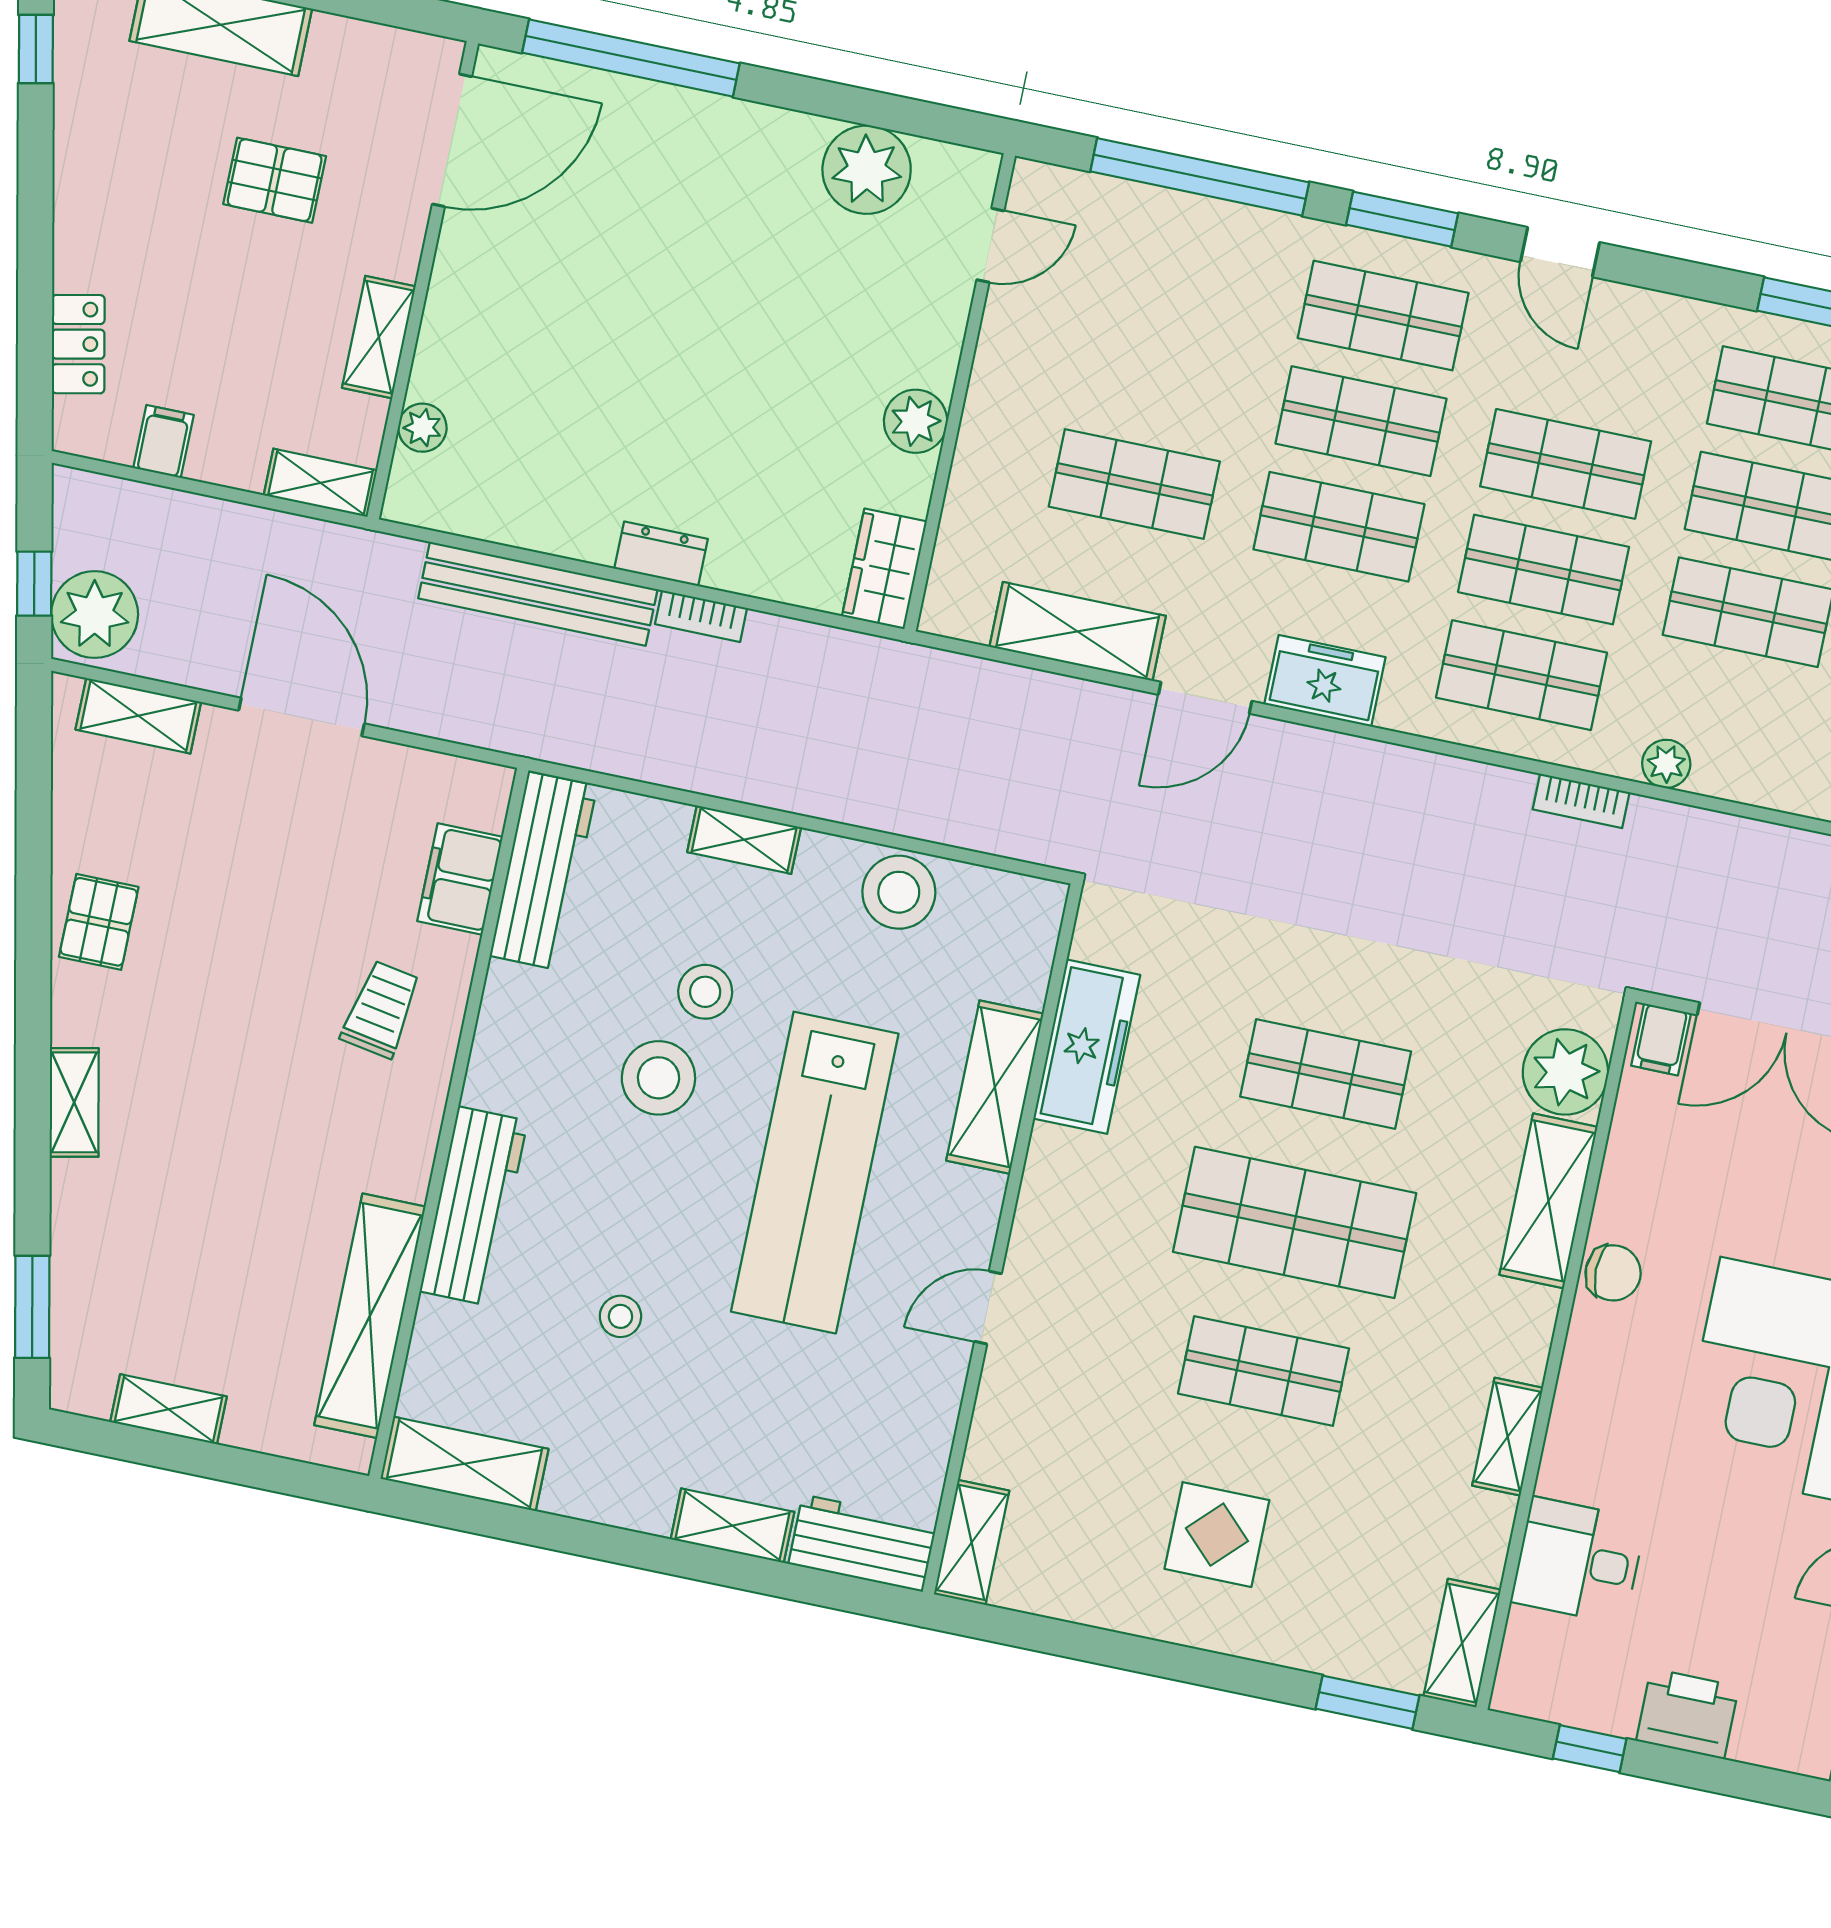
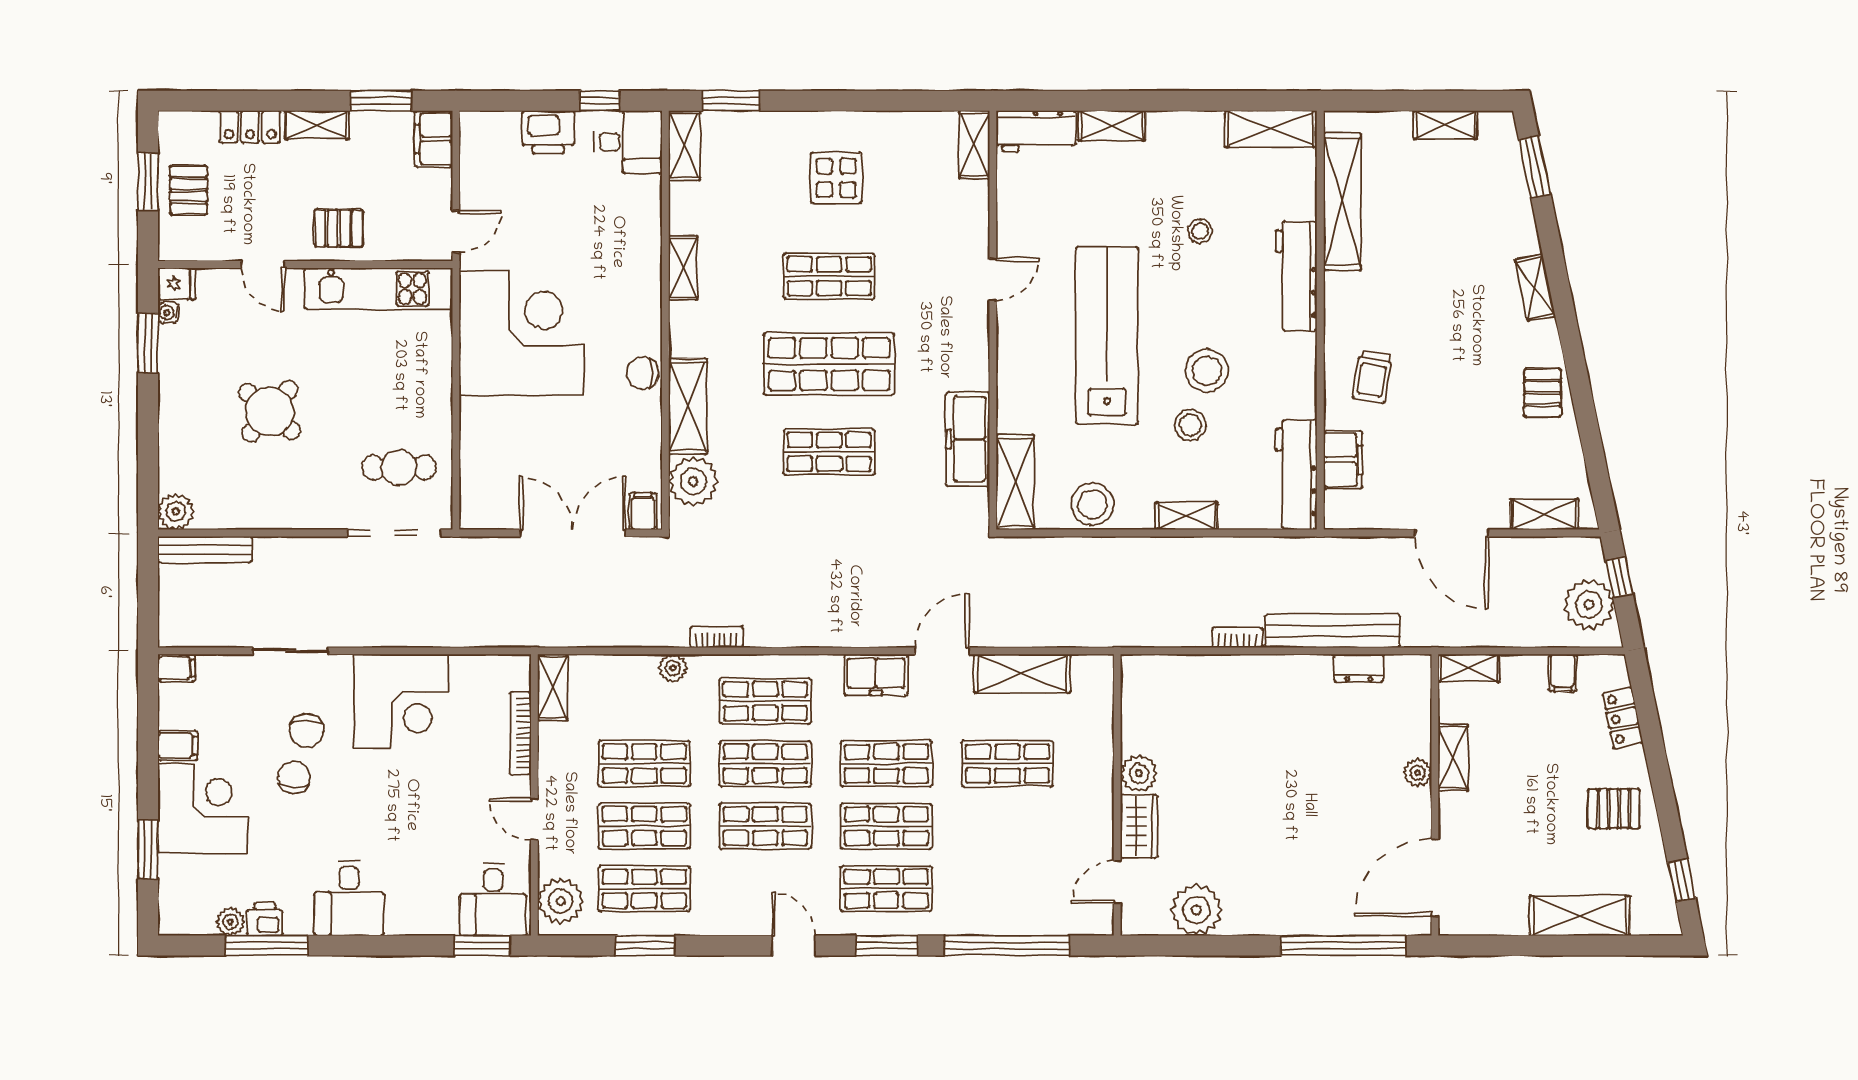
pallet: (275, 180) -> (1614, 809), moved
plant: (422, 428) -> (1418, 773), moved
dresser: (661, 554) -> (1359, 668), moved
wardrobe: (884, 569) -> (1139, 826), moved
plant: (95, 615) -> (1589, 605), moved
shelving: (995, 1087) -> (1015, 482), moved
desk: (1578, 1561) -> (628, 142), moved

